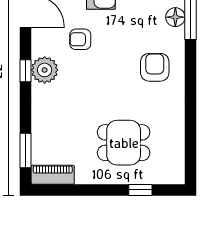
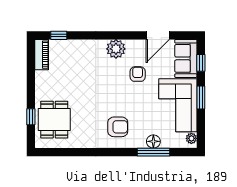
window: (26, 71) -> (115, 35), removed
dining table: (124, 143) -> (54, 120), moved
window: (26, 151) -> (59, 35), width x0.67

